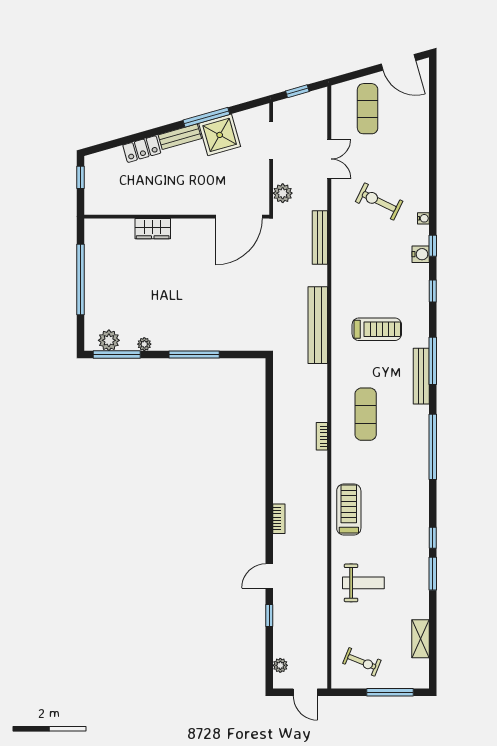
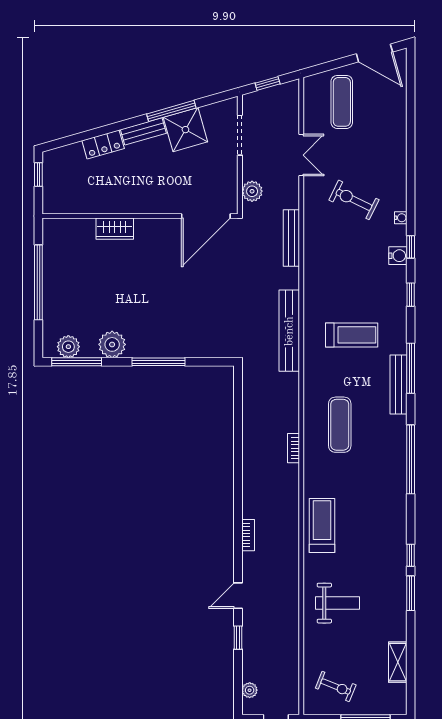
plant: (144, 344) -> (112, 344), width x1.87, depth x1.87

